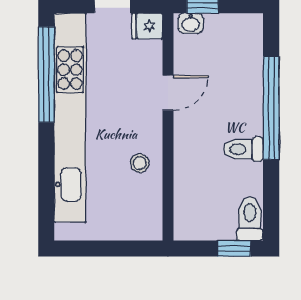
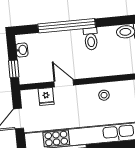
washbasin: (191, 23) -> (22, 50), moved
fridge: (147, 26) -> (46, 97), moved

